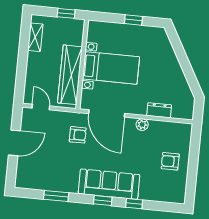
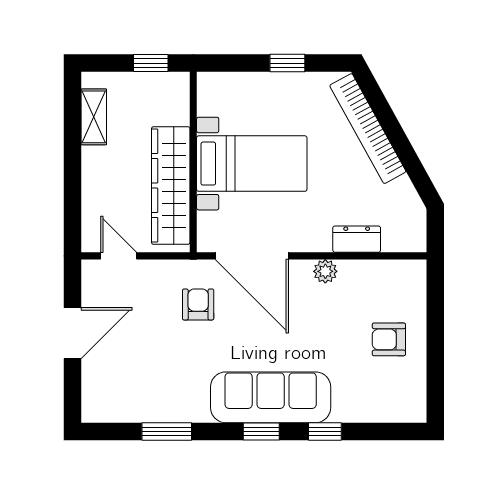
bookcase: (170, 56) -> (368, 129), added
armchair: (78, 135) -> (198, 304), turned -90

